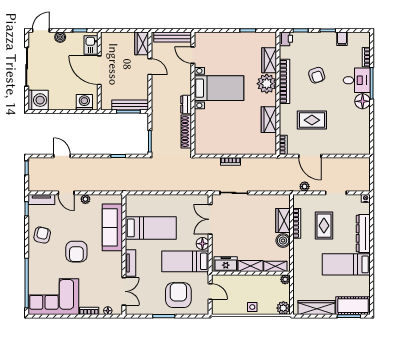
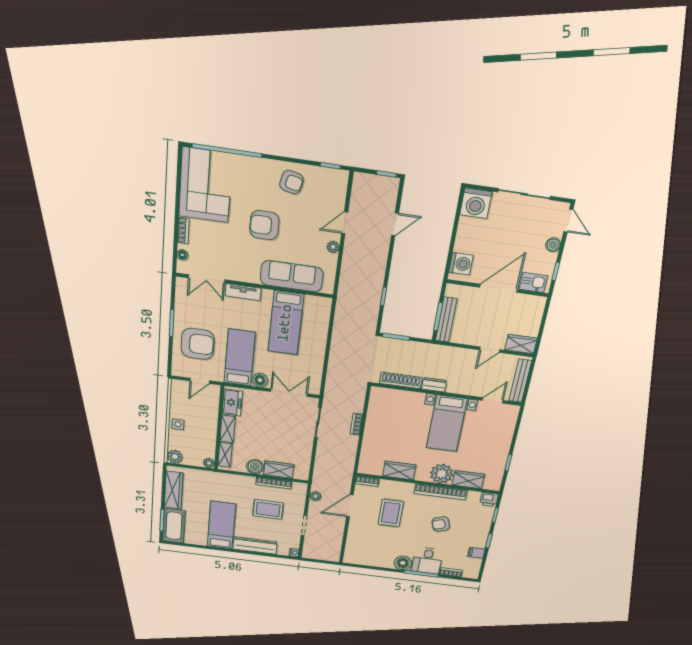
tv unit: (41, 200) -> (340, 188), removed

